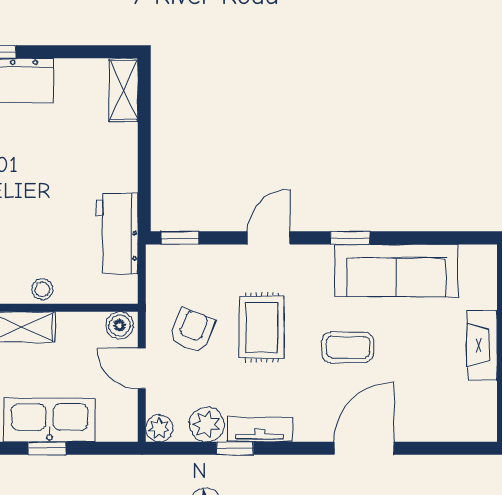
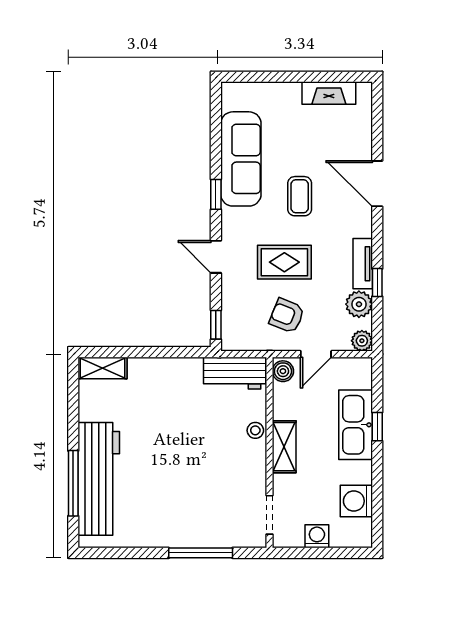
workbench: (117, 234) -> (235, 373), moved
fireplace: (482, 345) -> (329, 93), moved

